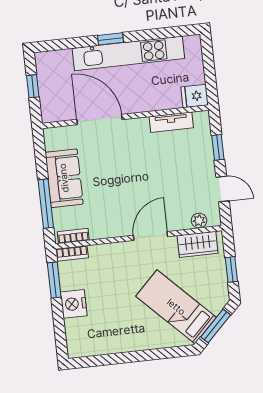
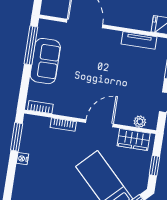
window: (46, 204) -> (31, 45), moved
bookcase: (72, 253) -> (63, 125), moved
nightstand: (74, 304) -> (22, 159), width x0.53, depth x0.56

